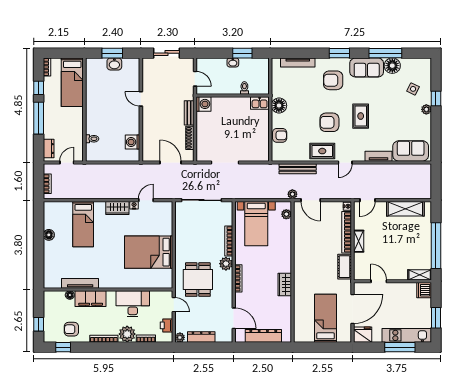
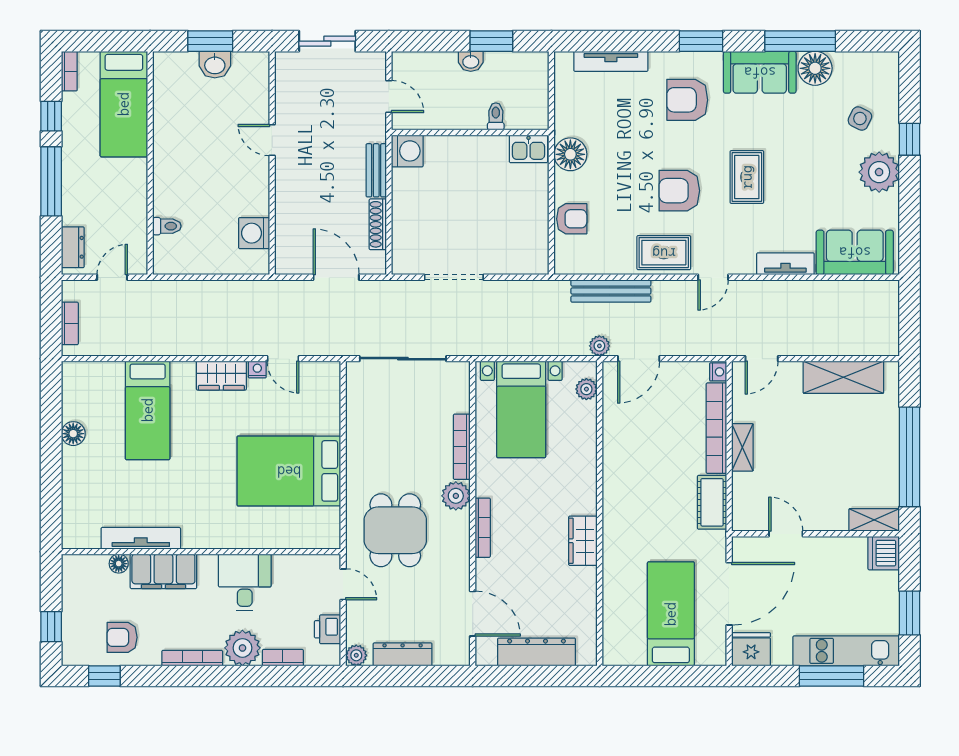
plant: (426, 109) -> (879, 172), width x1.88, depth x1.88
door: (146, 200) -> (283, 359), swing flipped
door: (311, 200) -> (639, 359), hinge flipped
desk: (133, 304) -> (245, 582), width x0.73

